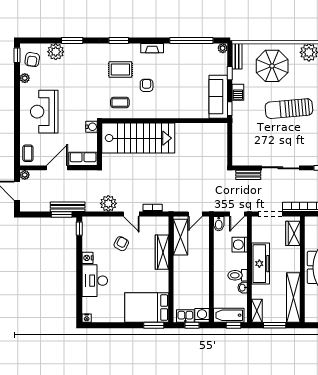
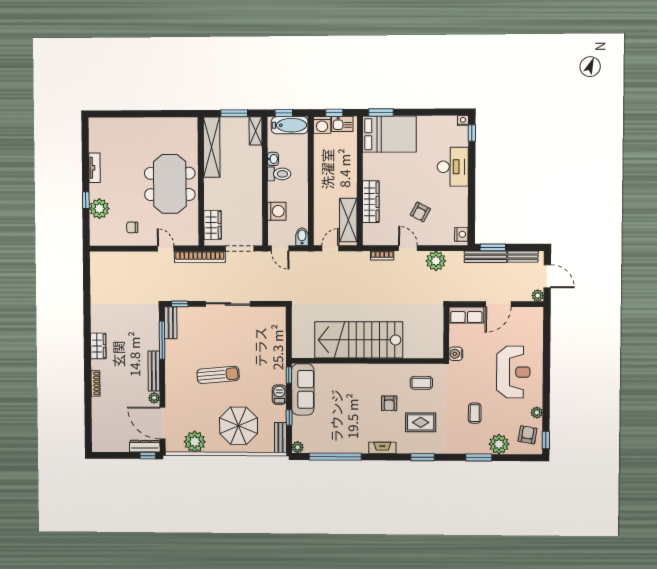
sun lounger: (289, 109) -> (218, 375), width x0.73, depth x0.75
stairs: (138, 138) -> (359, 340), moved
coffee table: (28, 153) -> (475, 413), moved
bench: (248, 175) -> (523, 257), moved
door: (237, 214) -> (280, 248), swing flipped
window: (79, 229) -> (472, 133), moved
nightstand: (88, 258) -> (461, 234), moved
freezer: (261, 264) -> (251, 188), removed

